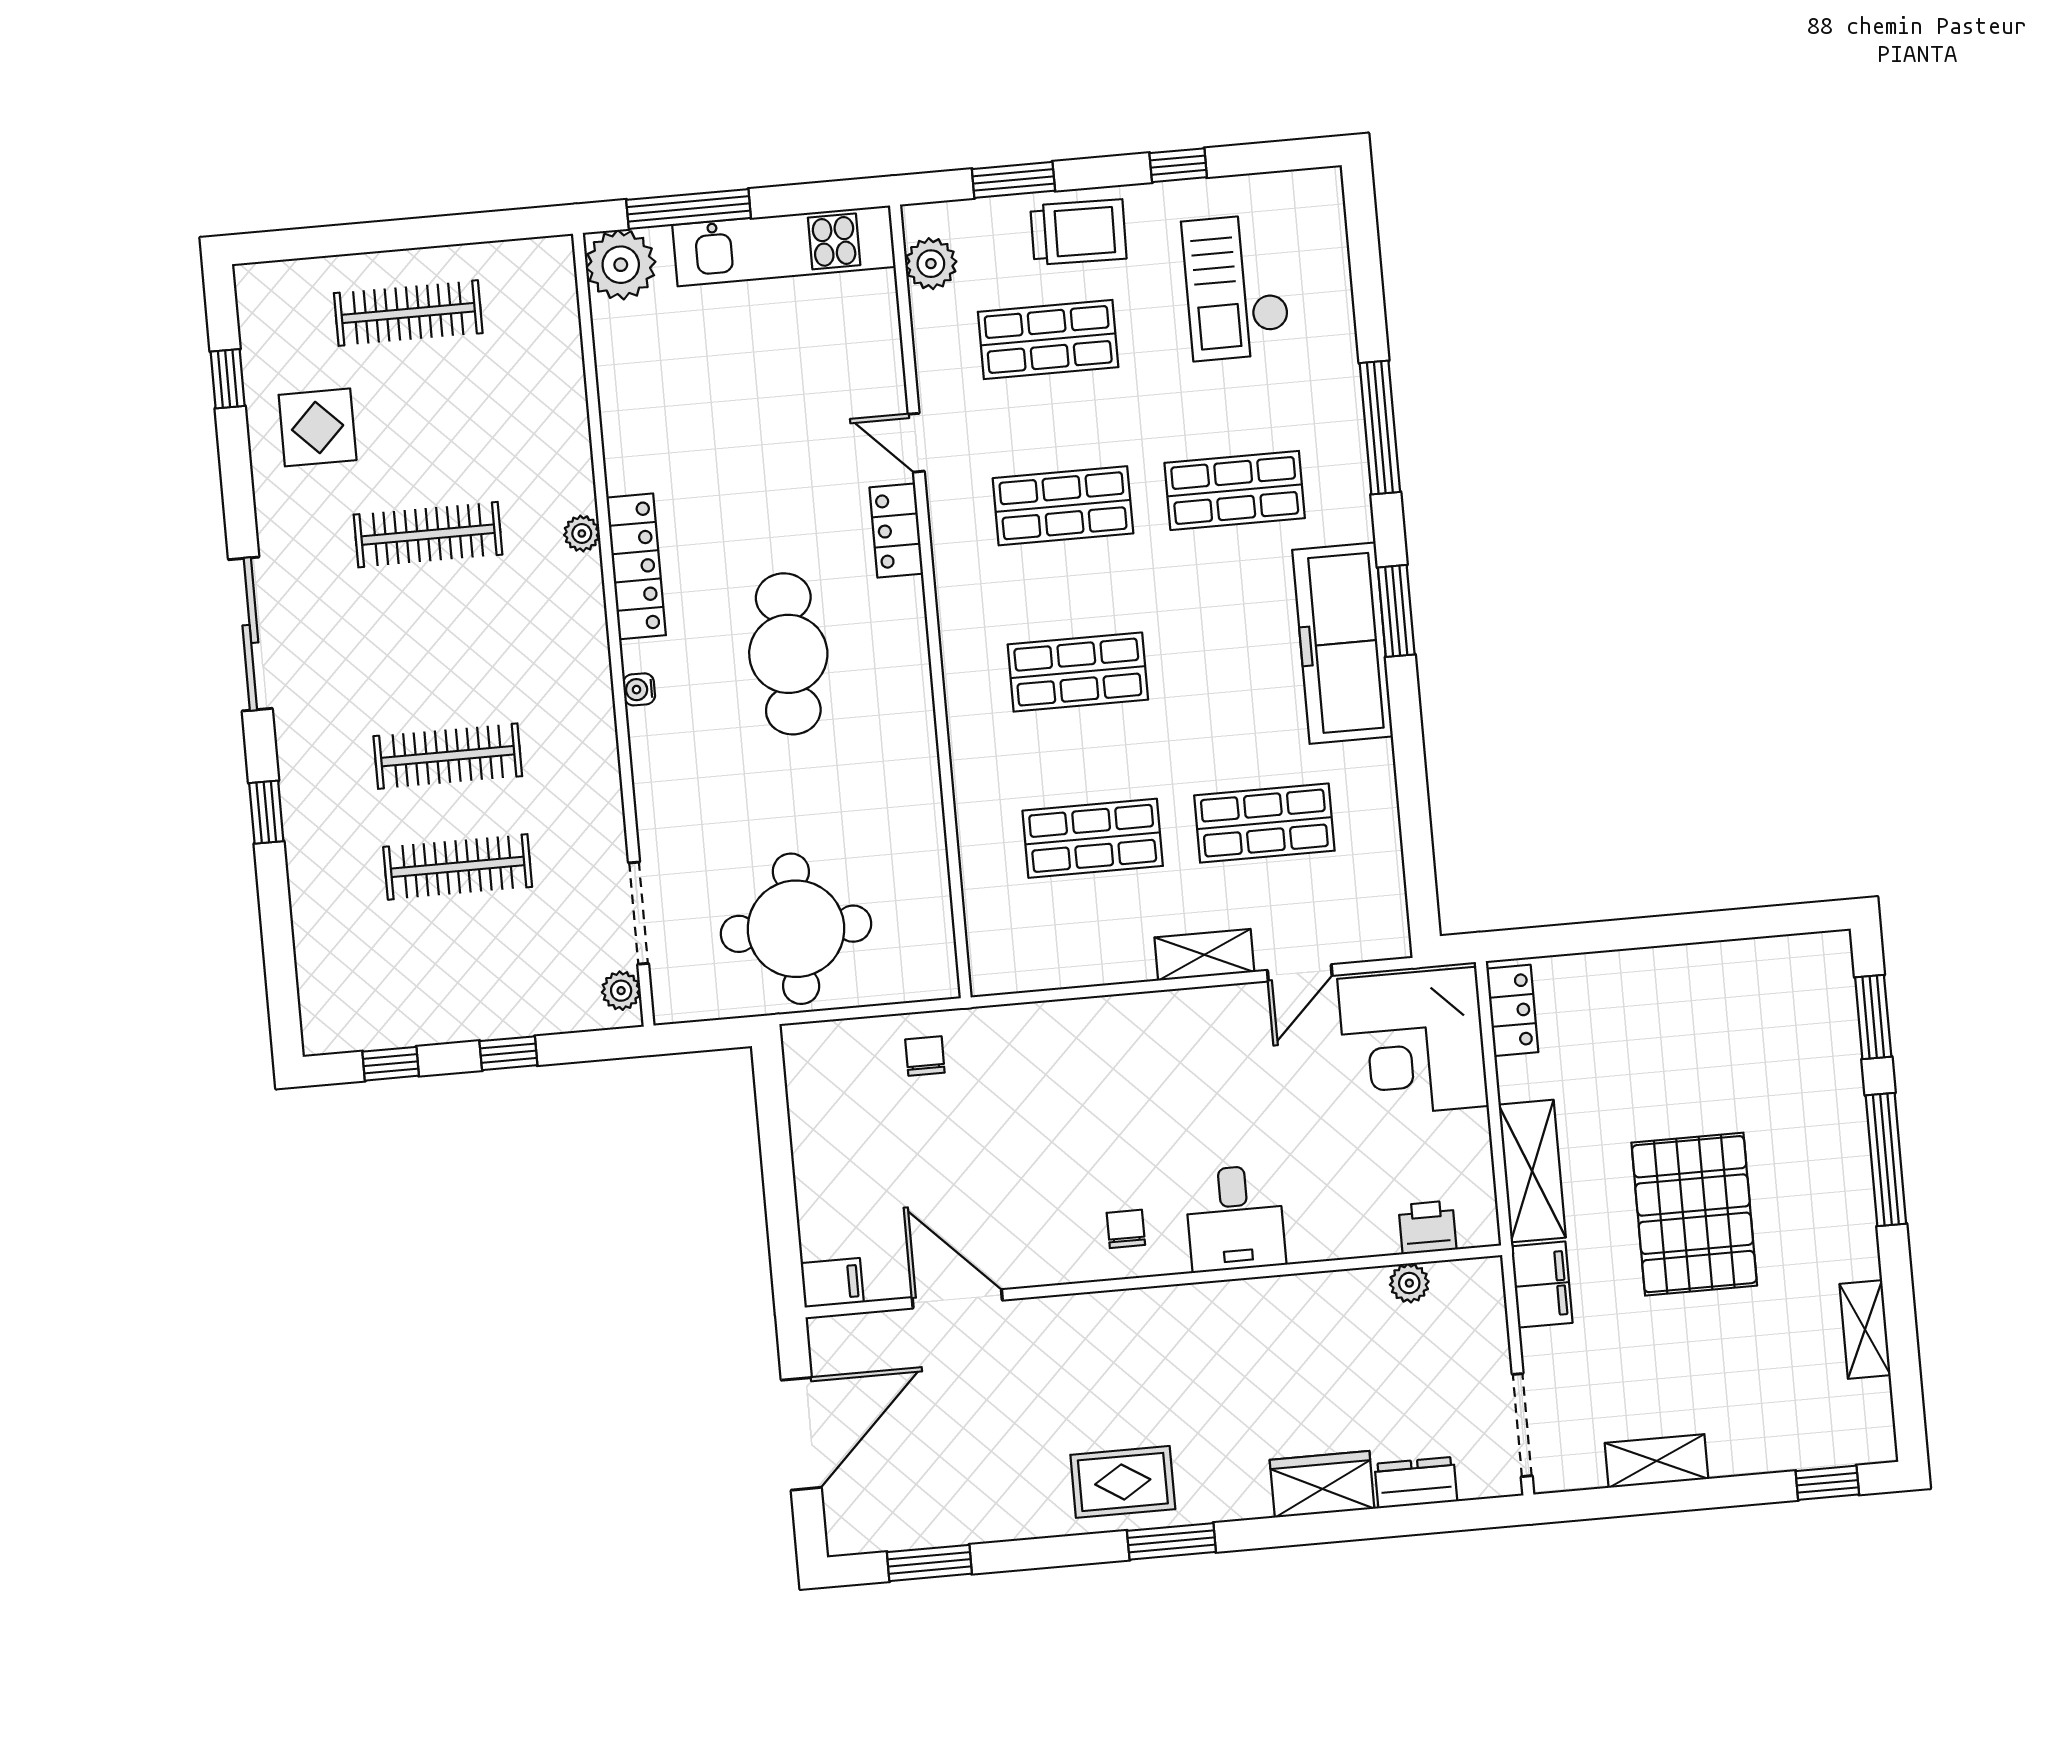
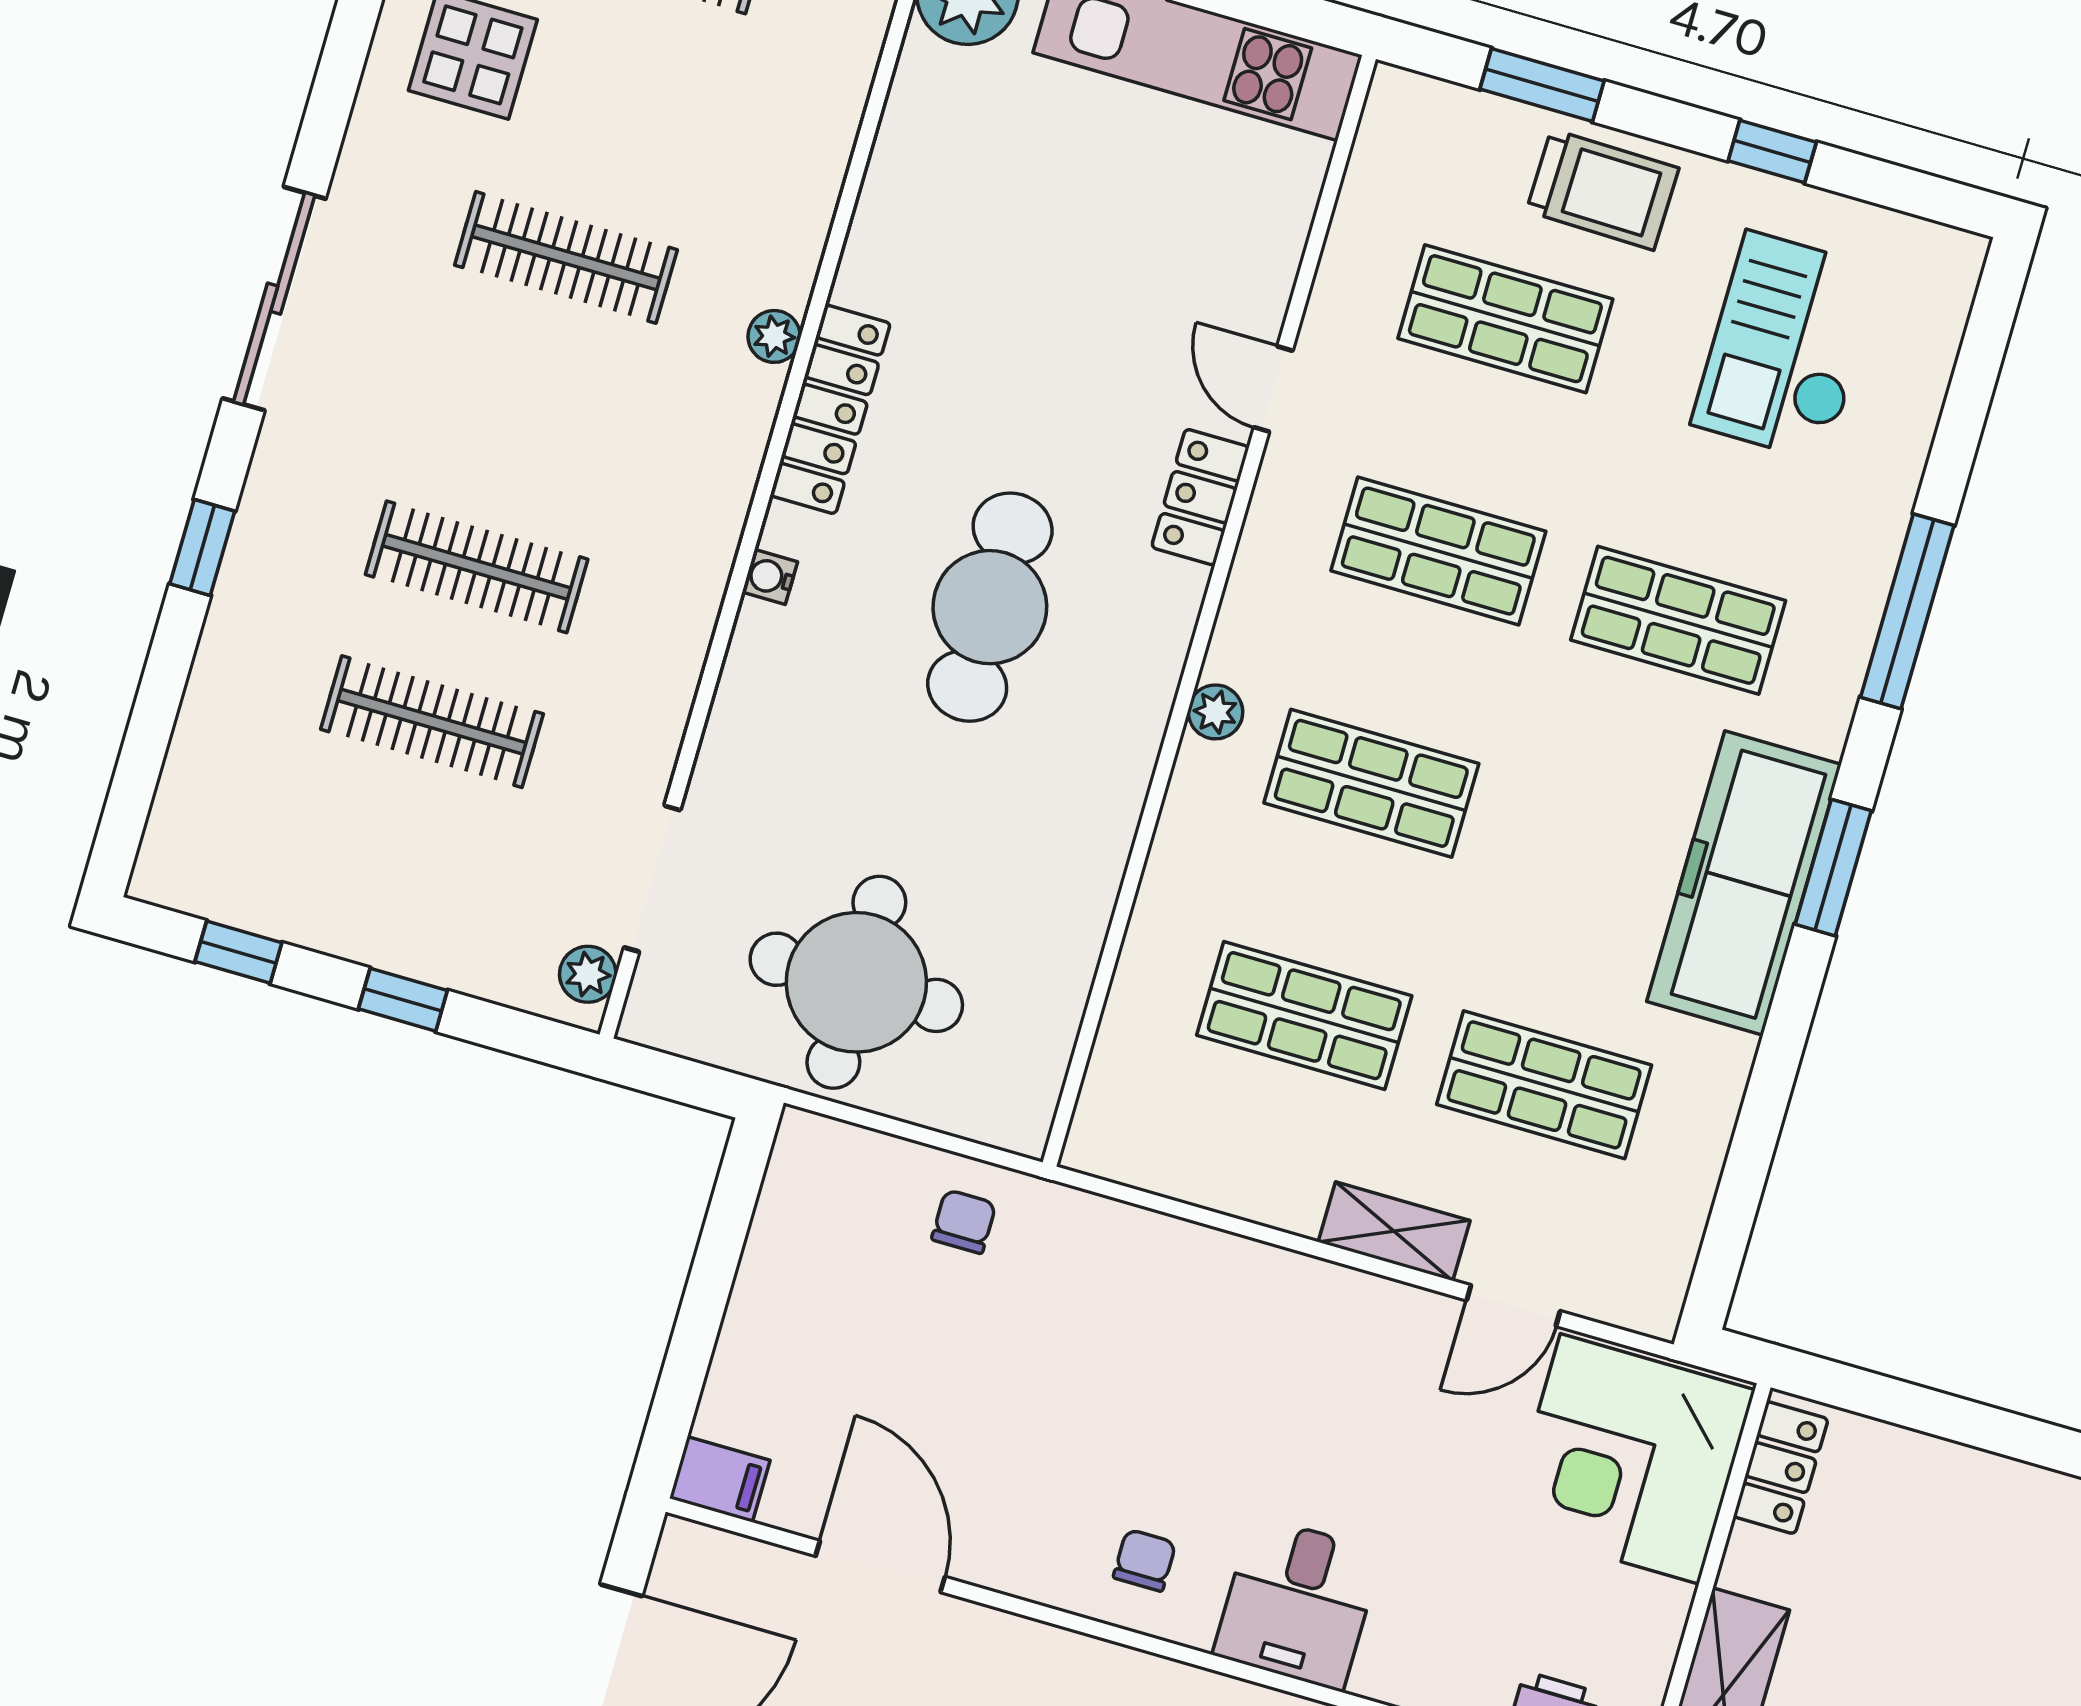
plant: (931, 264) -> (1215, 712), moved, width x0.73, depth x0.73

